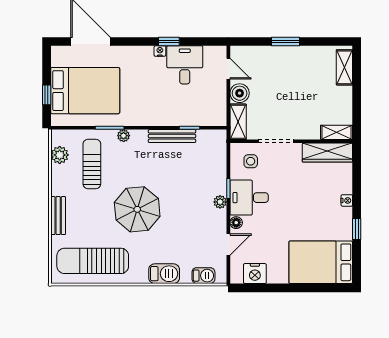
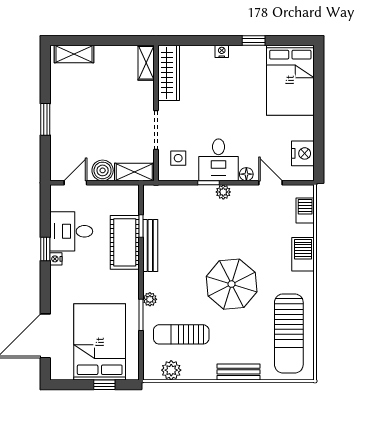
cot: (175, 113) -> (125, 242), added

